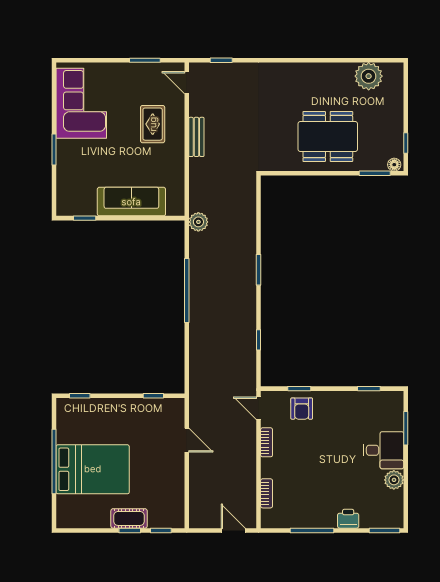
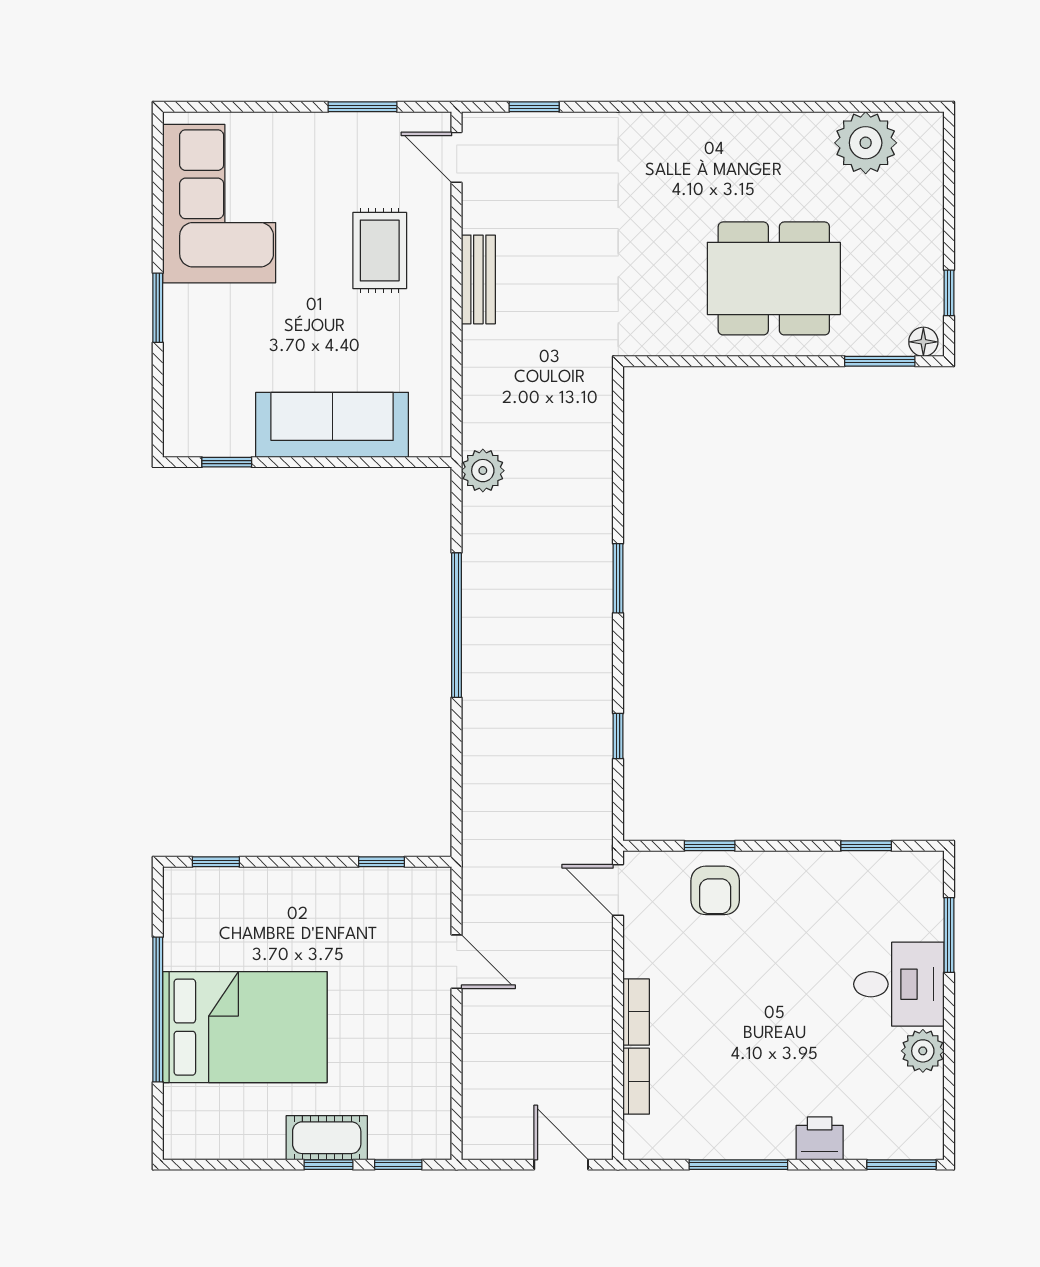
bookcase: (267, 442) -> (636, 1012), moved

